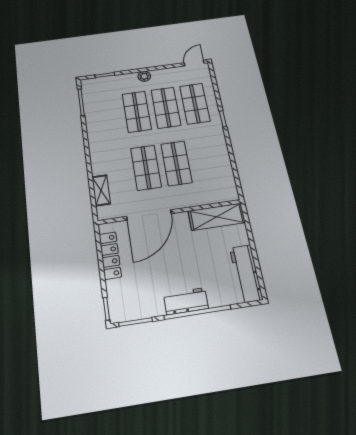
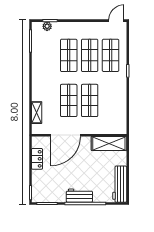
plant: (144, 76) -> (47, 26), moved
locker: (110, 255) -> (37, 159), width x0.66

